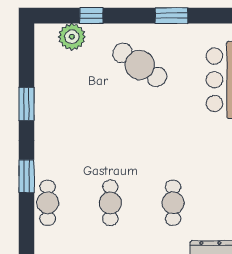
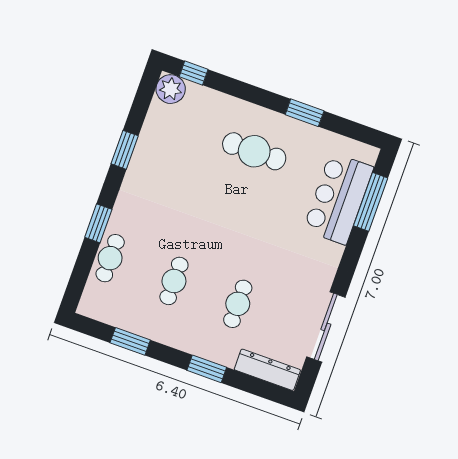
window: (91, 16) -> (194, 73), moved
plant: (72, 37) -> (171, 89), moved
cafe table: (140, 65) -> (254, 151), turned -35

